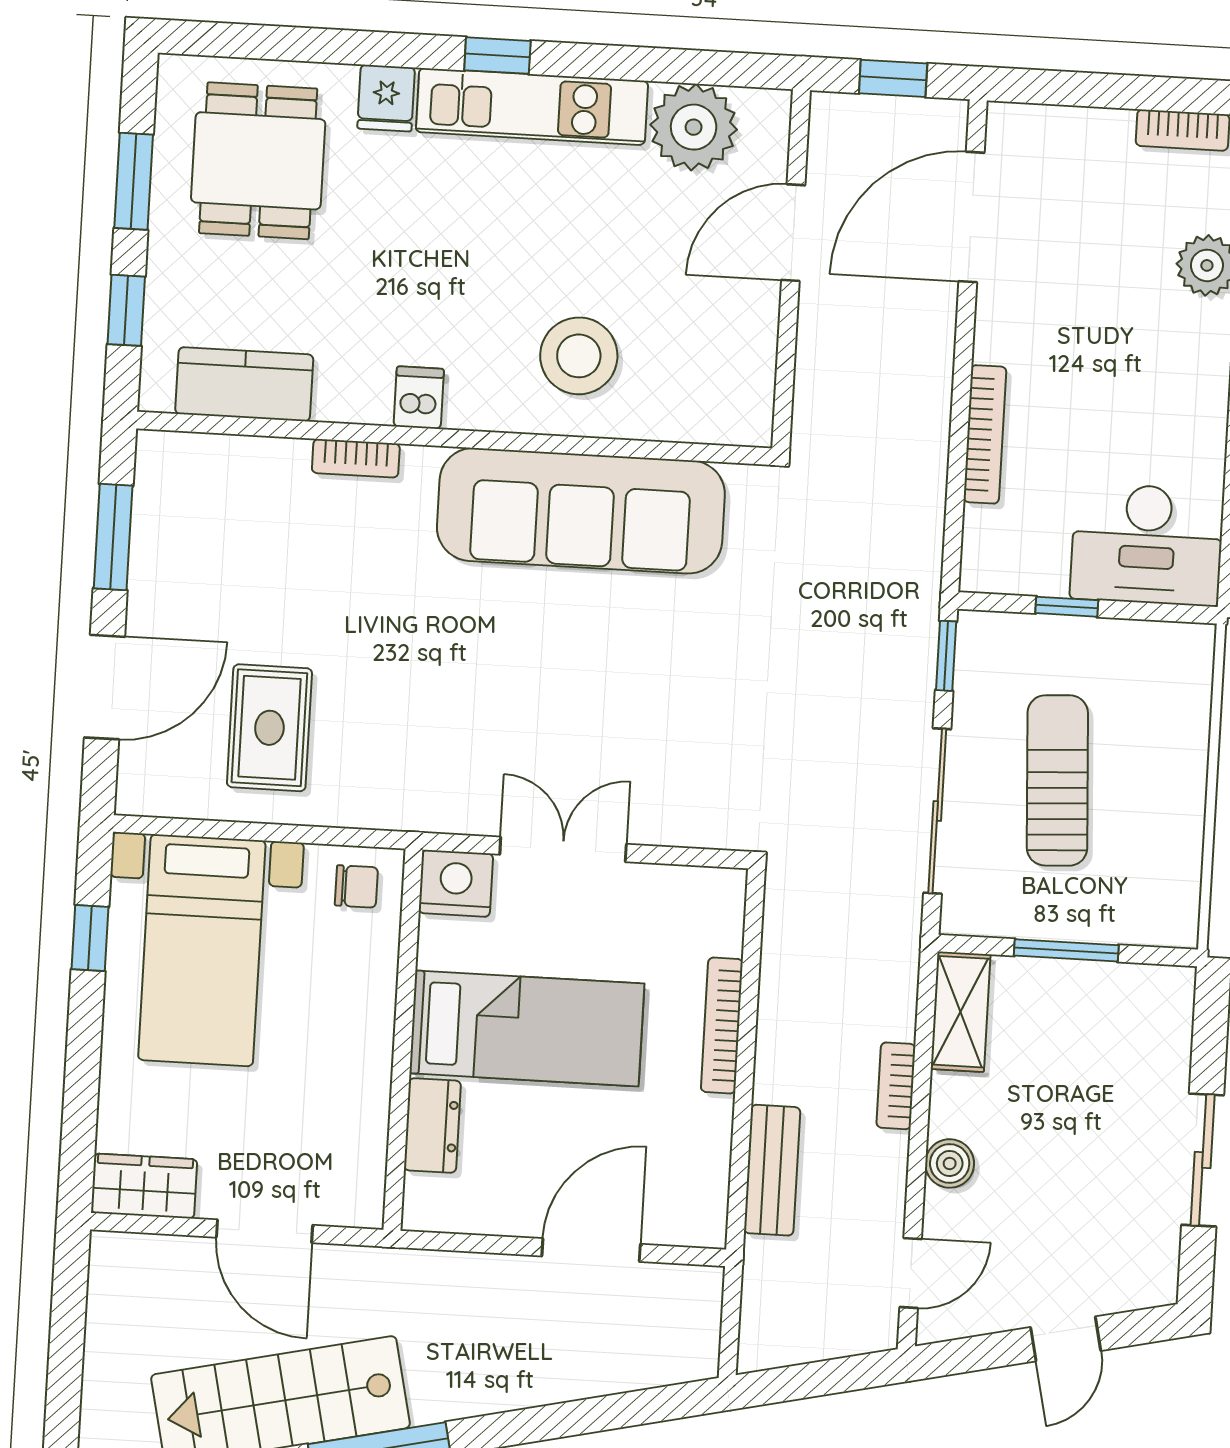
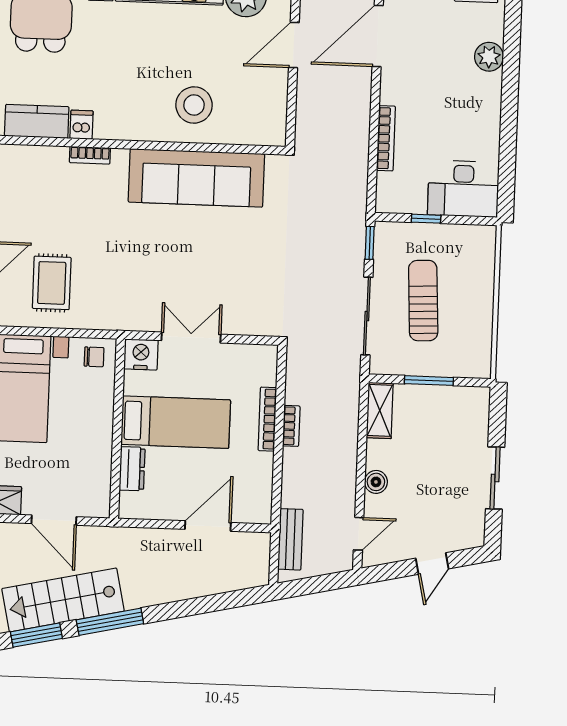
dishwasher: (419, 398) -> (82, 125), moved
bookcase: (896, 1086) -> (291, 426), moved, turned 180
bench: (772, 1170) -> (290, 539), moved

